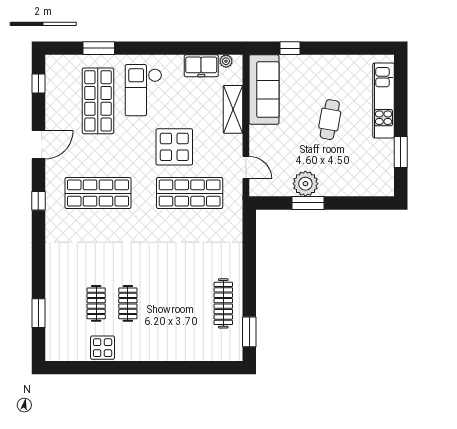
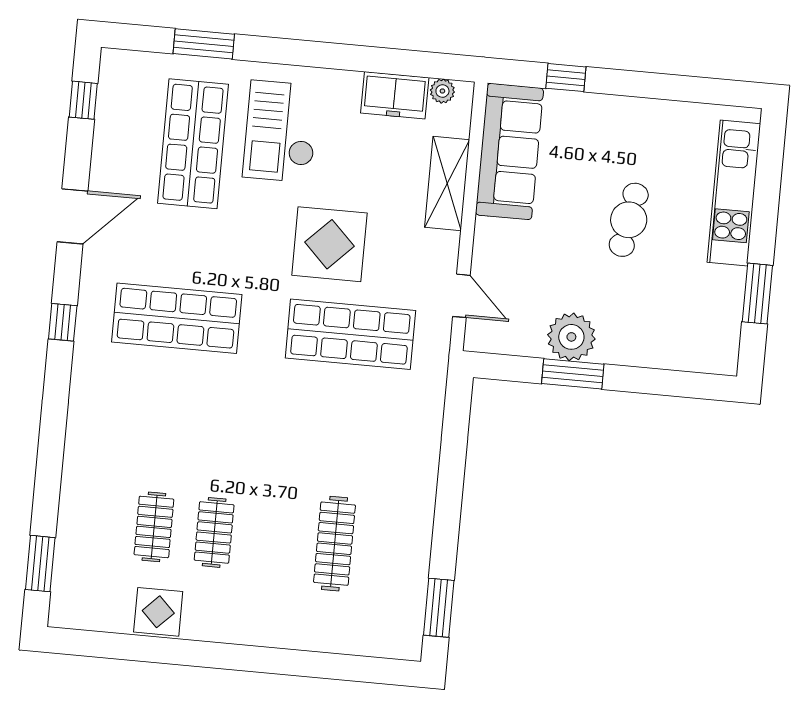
clothes rail: (223, 303) -> (334, 544), moved
window: (38, 313) -> (40, 564), moved

